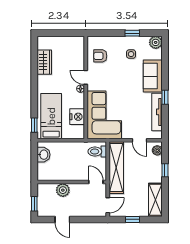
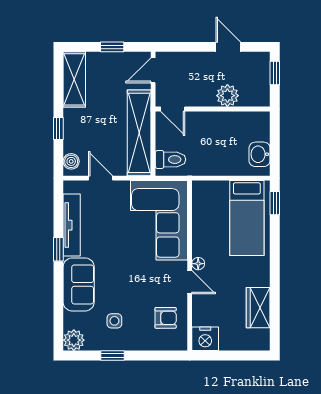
nightstand: (77, 117) -> (205, 339), moved, turned -90

